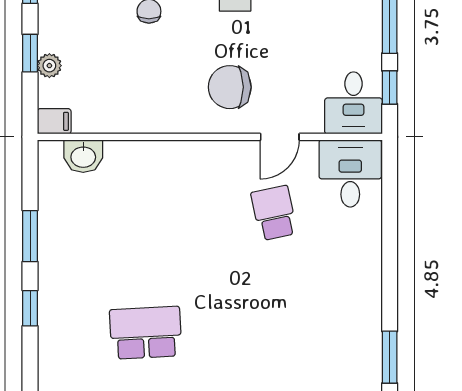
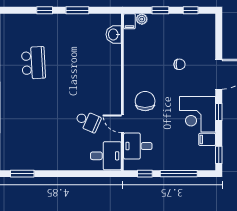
plant: (49, 66) -> (142, 19), moved
desk: (354, 103) -> (138, 146), moved
school desk: (274, 213) -> (88, 121), turned 36

